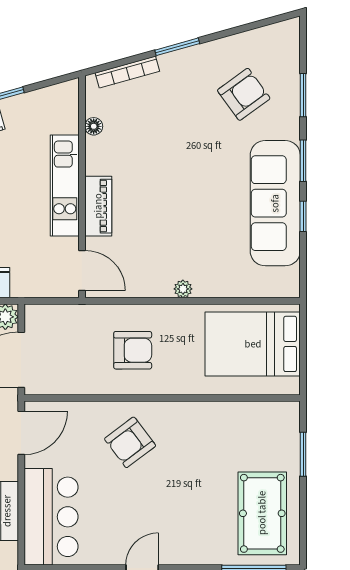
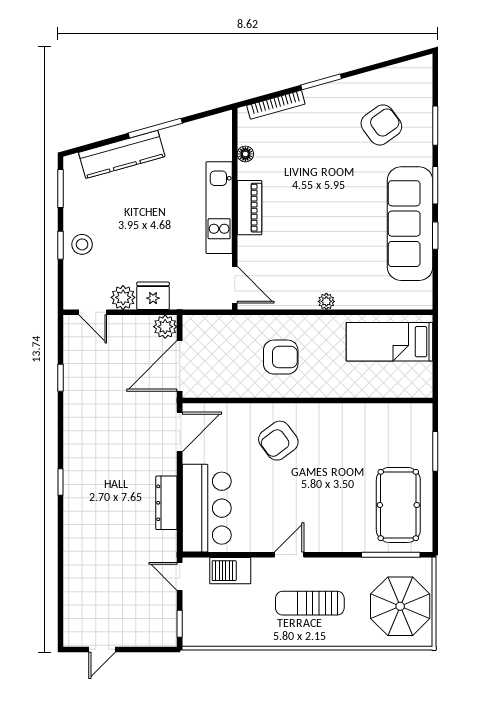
piano: (98, 206) -> (250, 208), moved
bed: (253, 344) -> (389, 342), width x0.67

